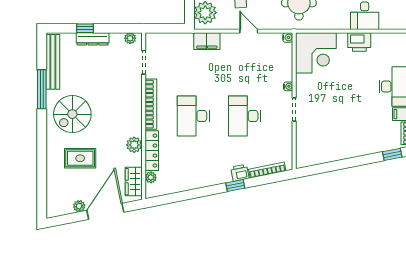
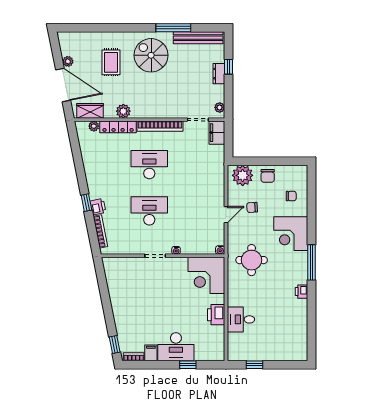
dresser: (93, 39) -> (219, 74), width x0.70
filing cabinet: (207, 41) -> (217, 133), moved

